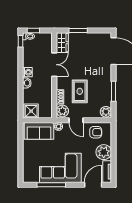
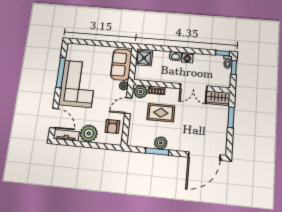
plant: (106, 112) -> (161, 143), moved

